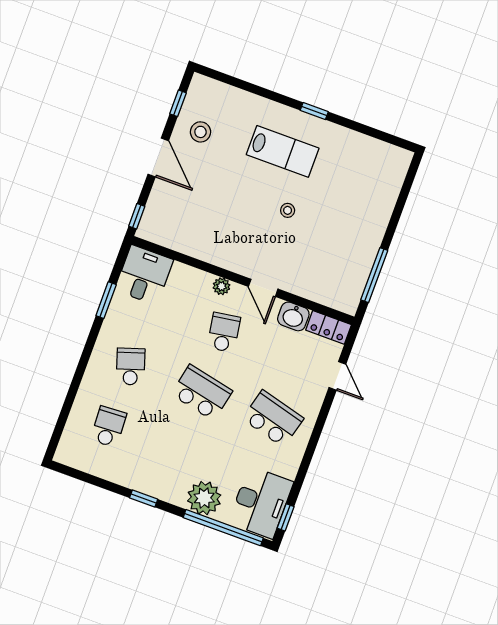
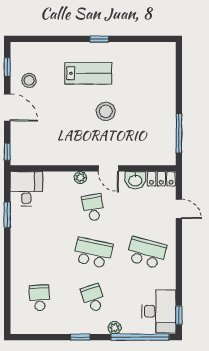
stool: (288, 210) -> (106, 111), width x1.89, depth x1.89
school desk: (131, 367) -> (93, 298), moved
plant: (204, 498) -> (115, 328), width x0.53, depth x0.53

